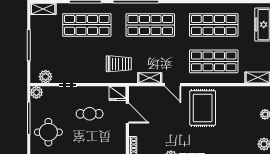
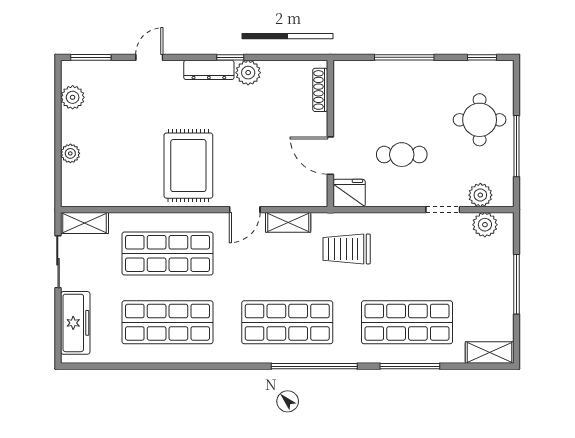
door: (173, 85) -> (245, 210), swing flipped
plant: (36, 92) -> (480, 195), moved

